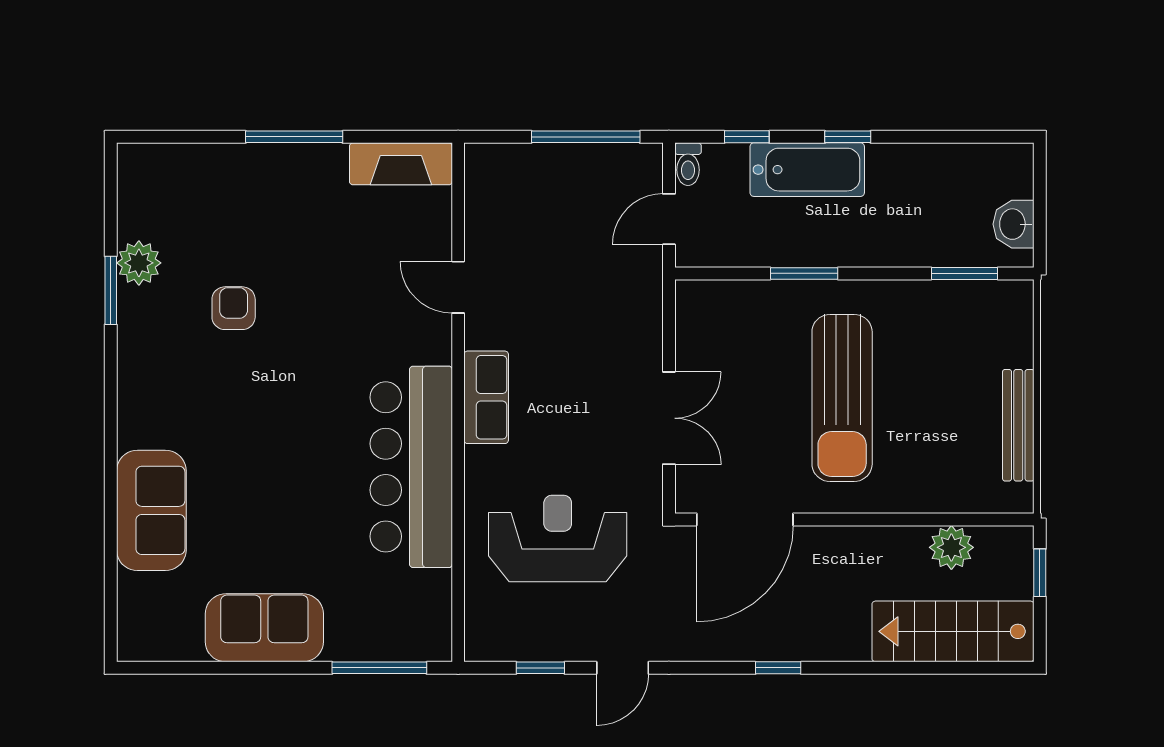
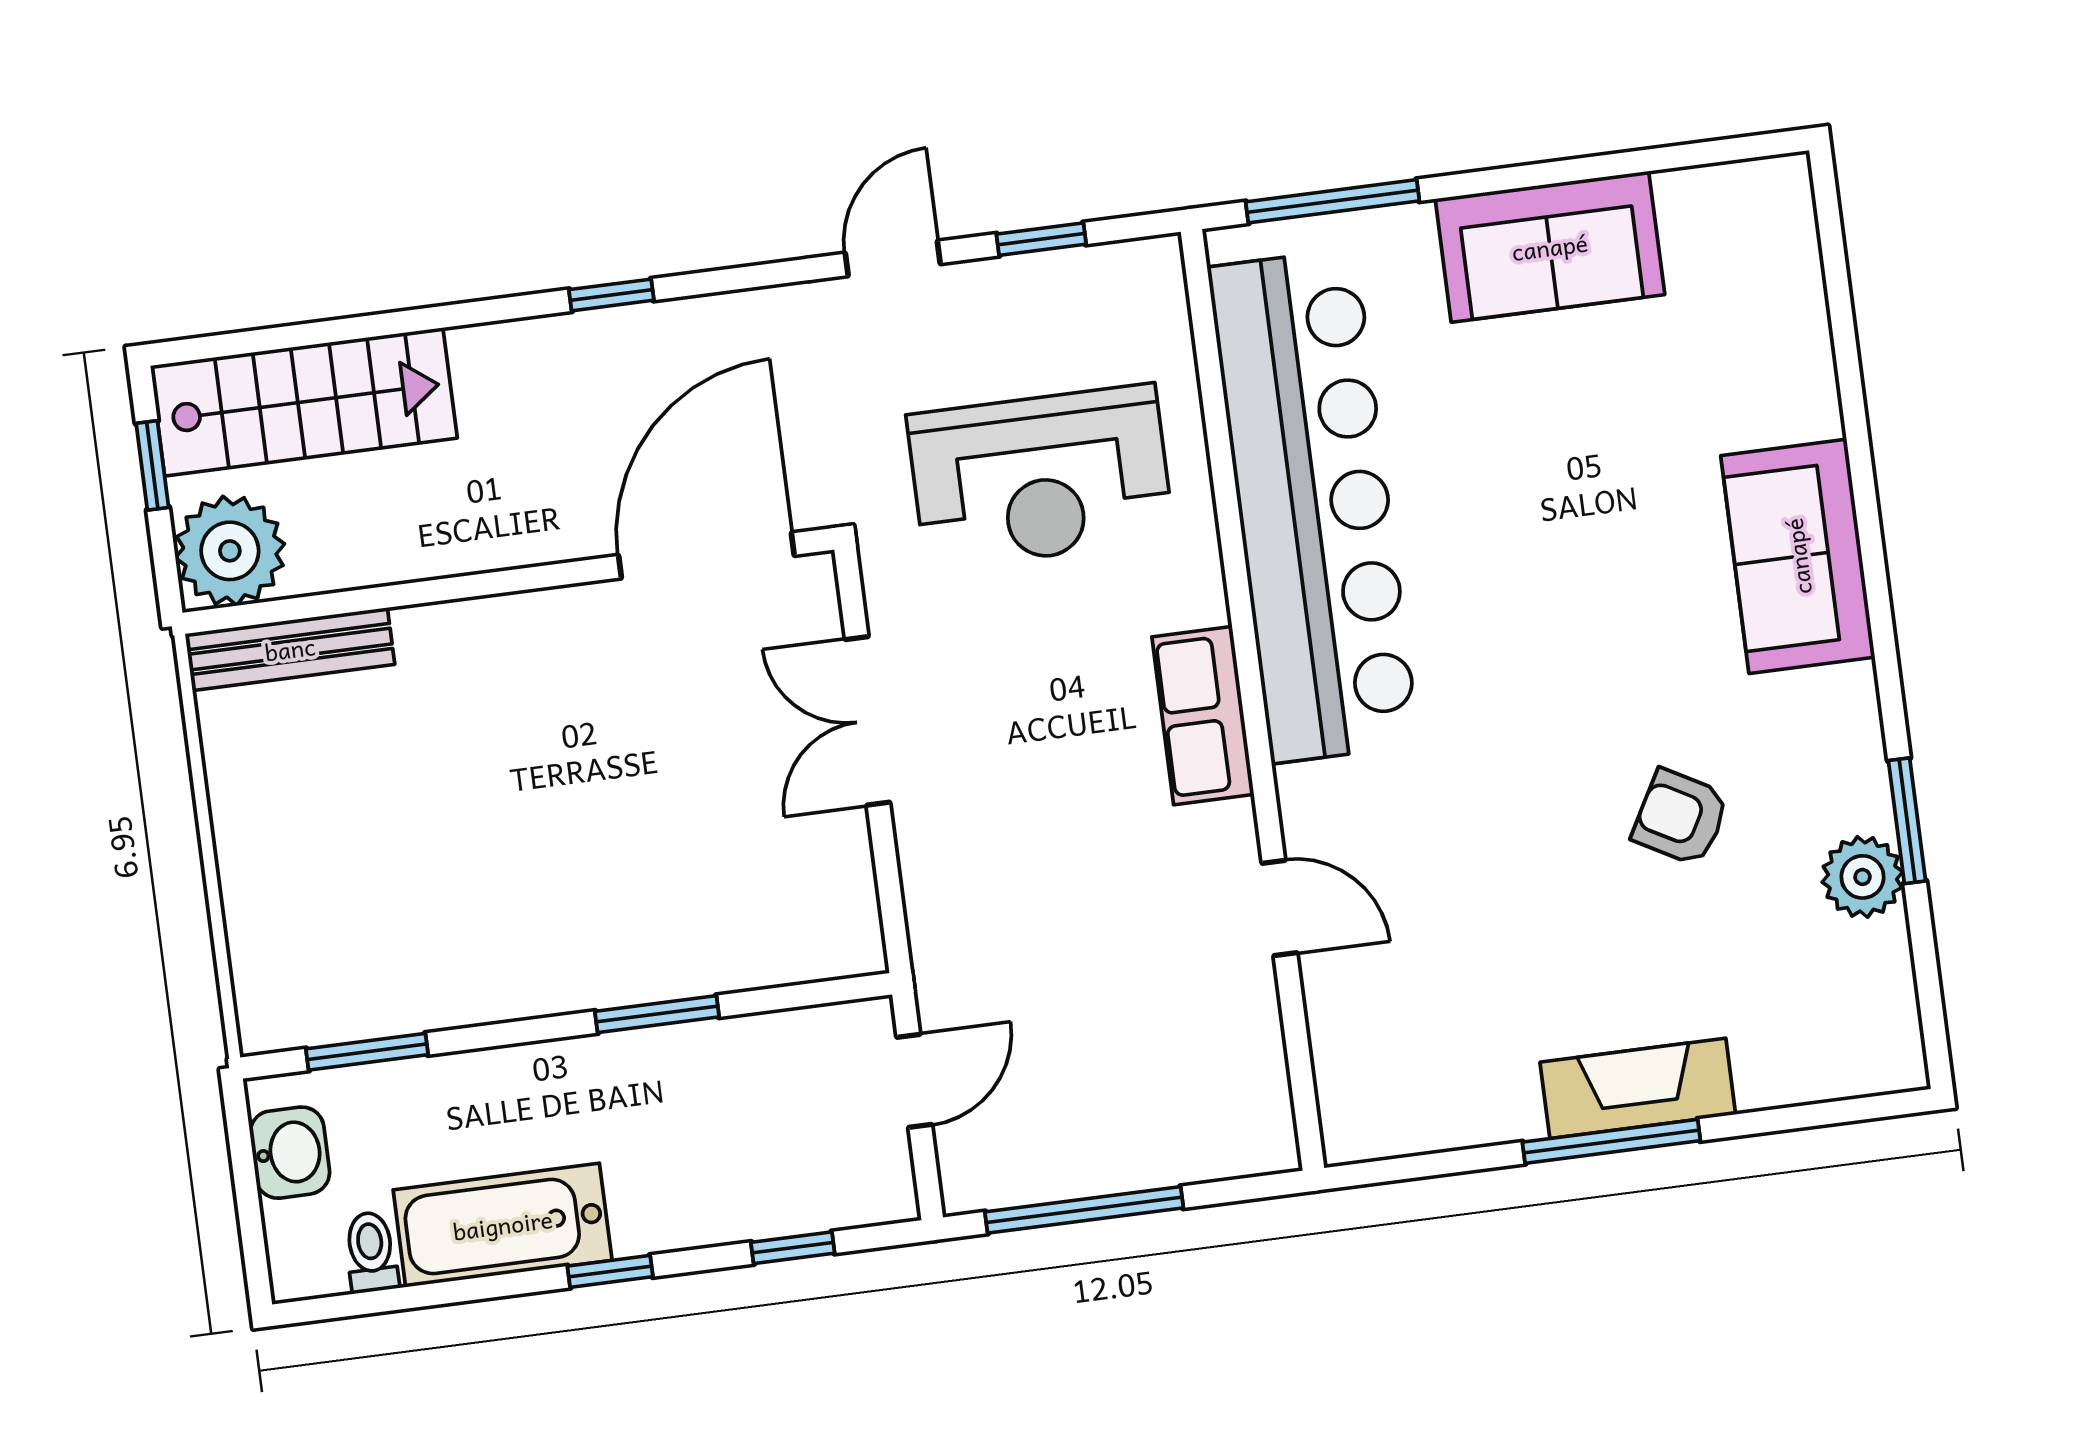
fireplace: (401, 164) -> (1638, 1088), moved
toilet: (688, 164) -> (371, 1252), moved
bathtub: (807, 170) -> (503, 1225), moved
armchair: (234, 308) -> (1681, 817), turned 119
sun lounger: (842, 398) -> (559, 798), removed
bench: (1018, 425) -> (290, 649), moved, turned 90
bar counter: (411, 467) -> (1314, 506), width x1.36
sofa: (151, 510) -> (1798, 556), moved
plant: (951, 547) -> (230, 551), moved, width x1.36, depth x1.36
window: (1040, 573) -> (152, 465), moved

